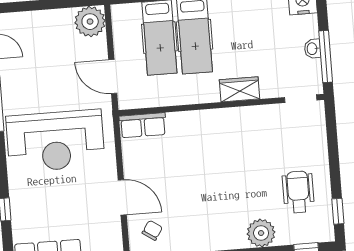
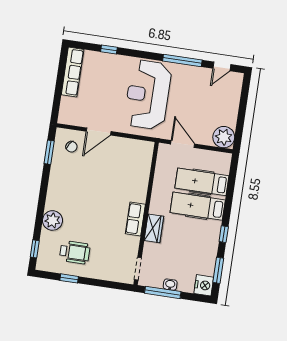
door: (113, 77) -> (183, 144), hinge flipped
row of seats: (143, 125) -> (135, 219), moved
window: (338, 211) -> (69, 278), moved

